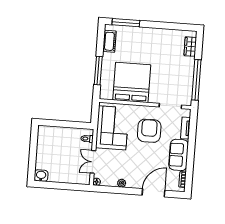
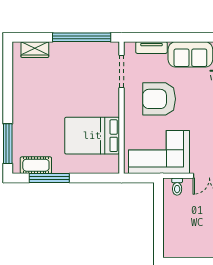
window: (98, 71) -> (49, 178), moved
bed: (132, 82) -> (92, 136), width x0.73

